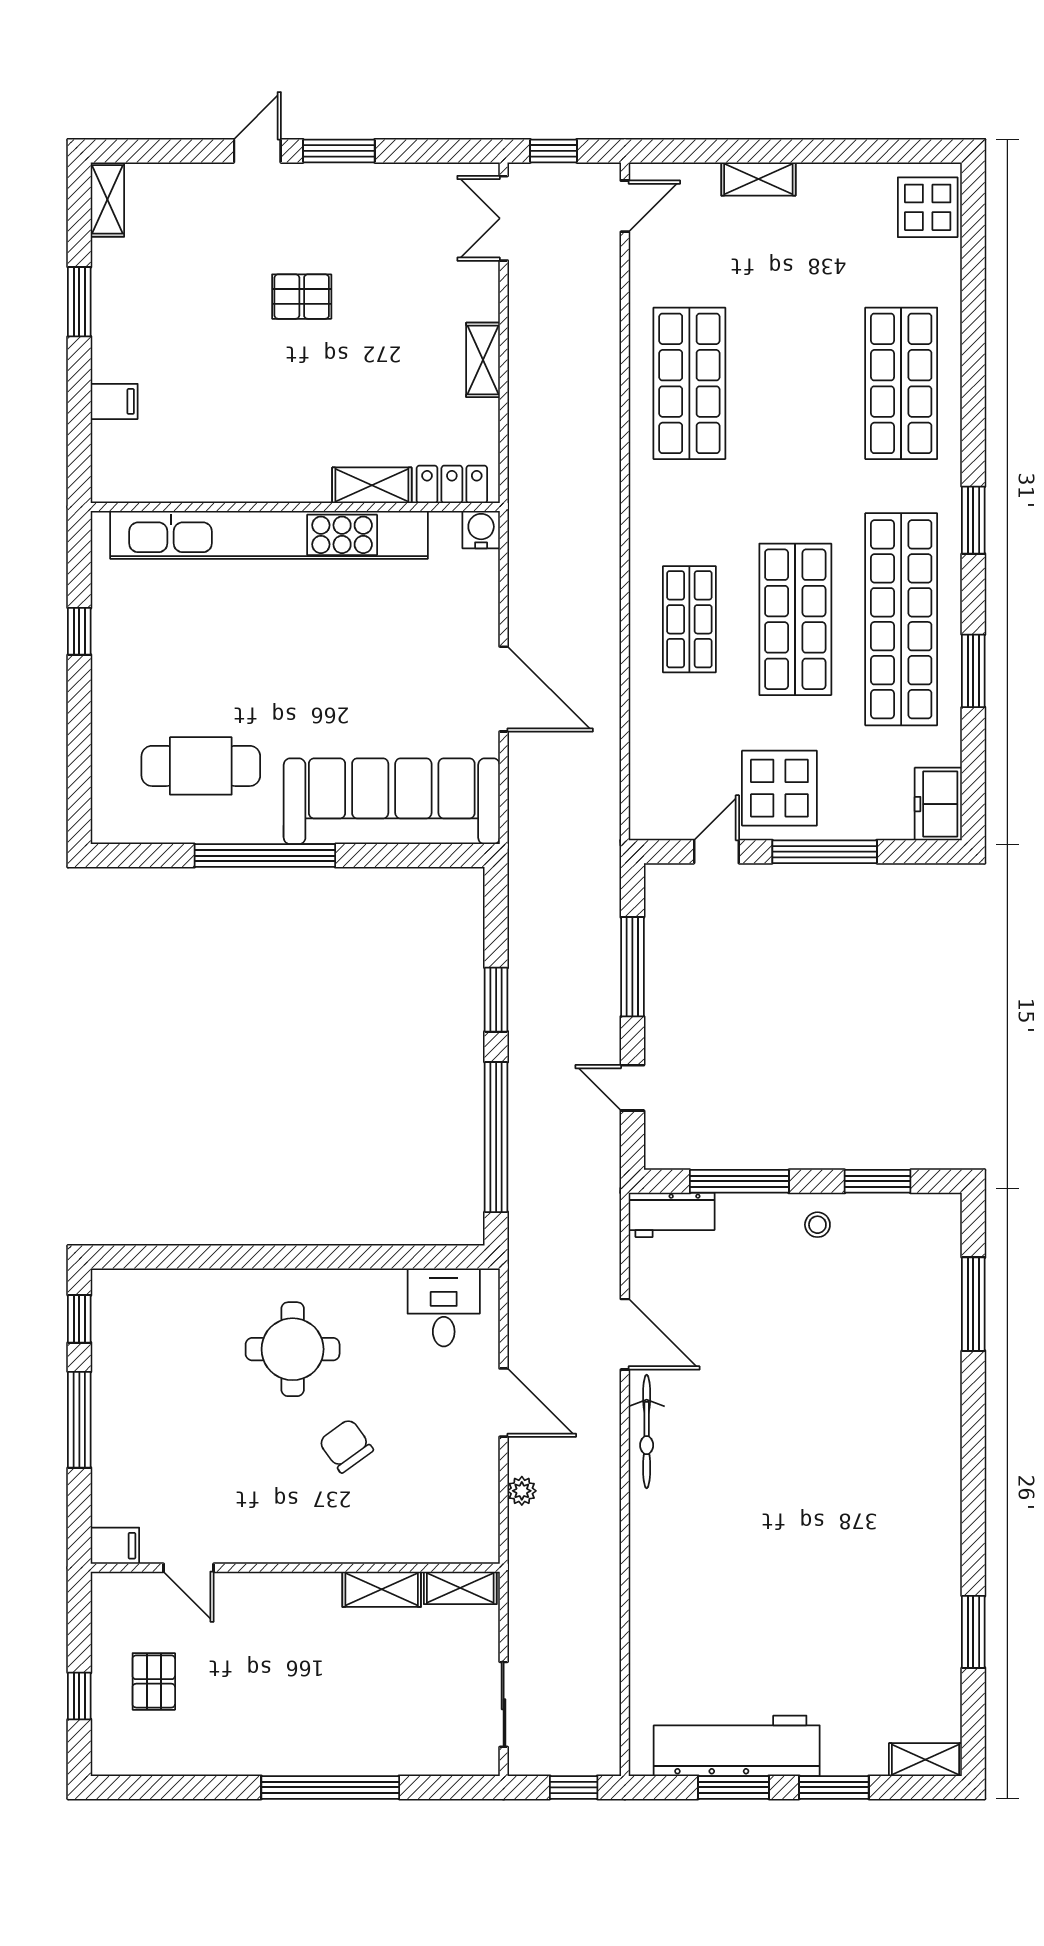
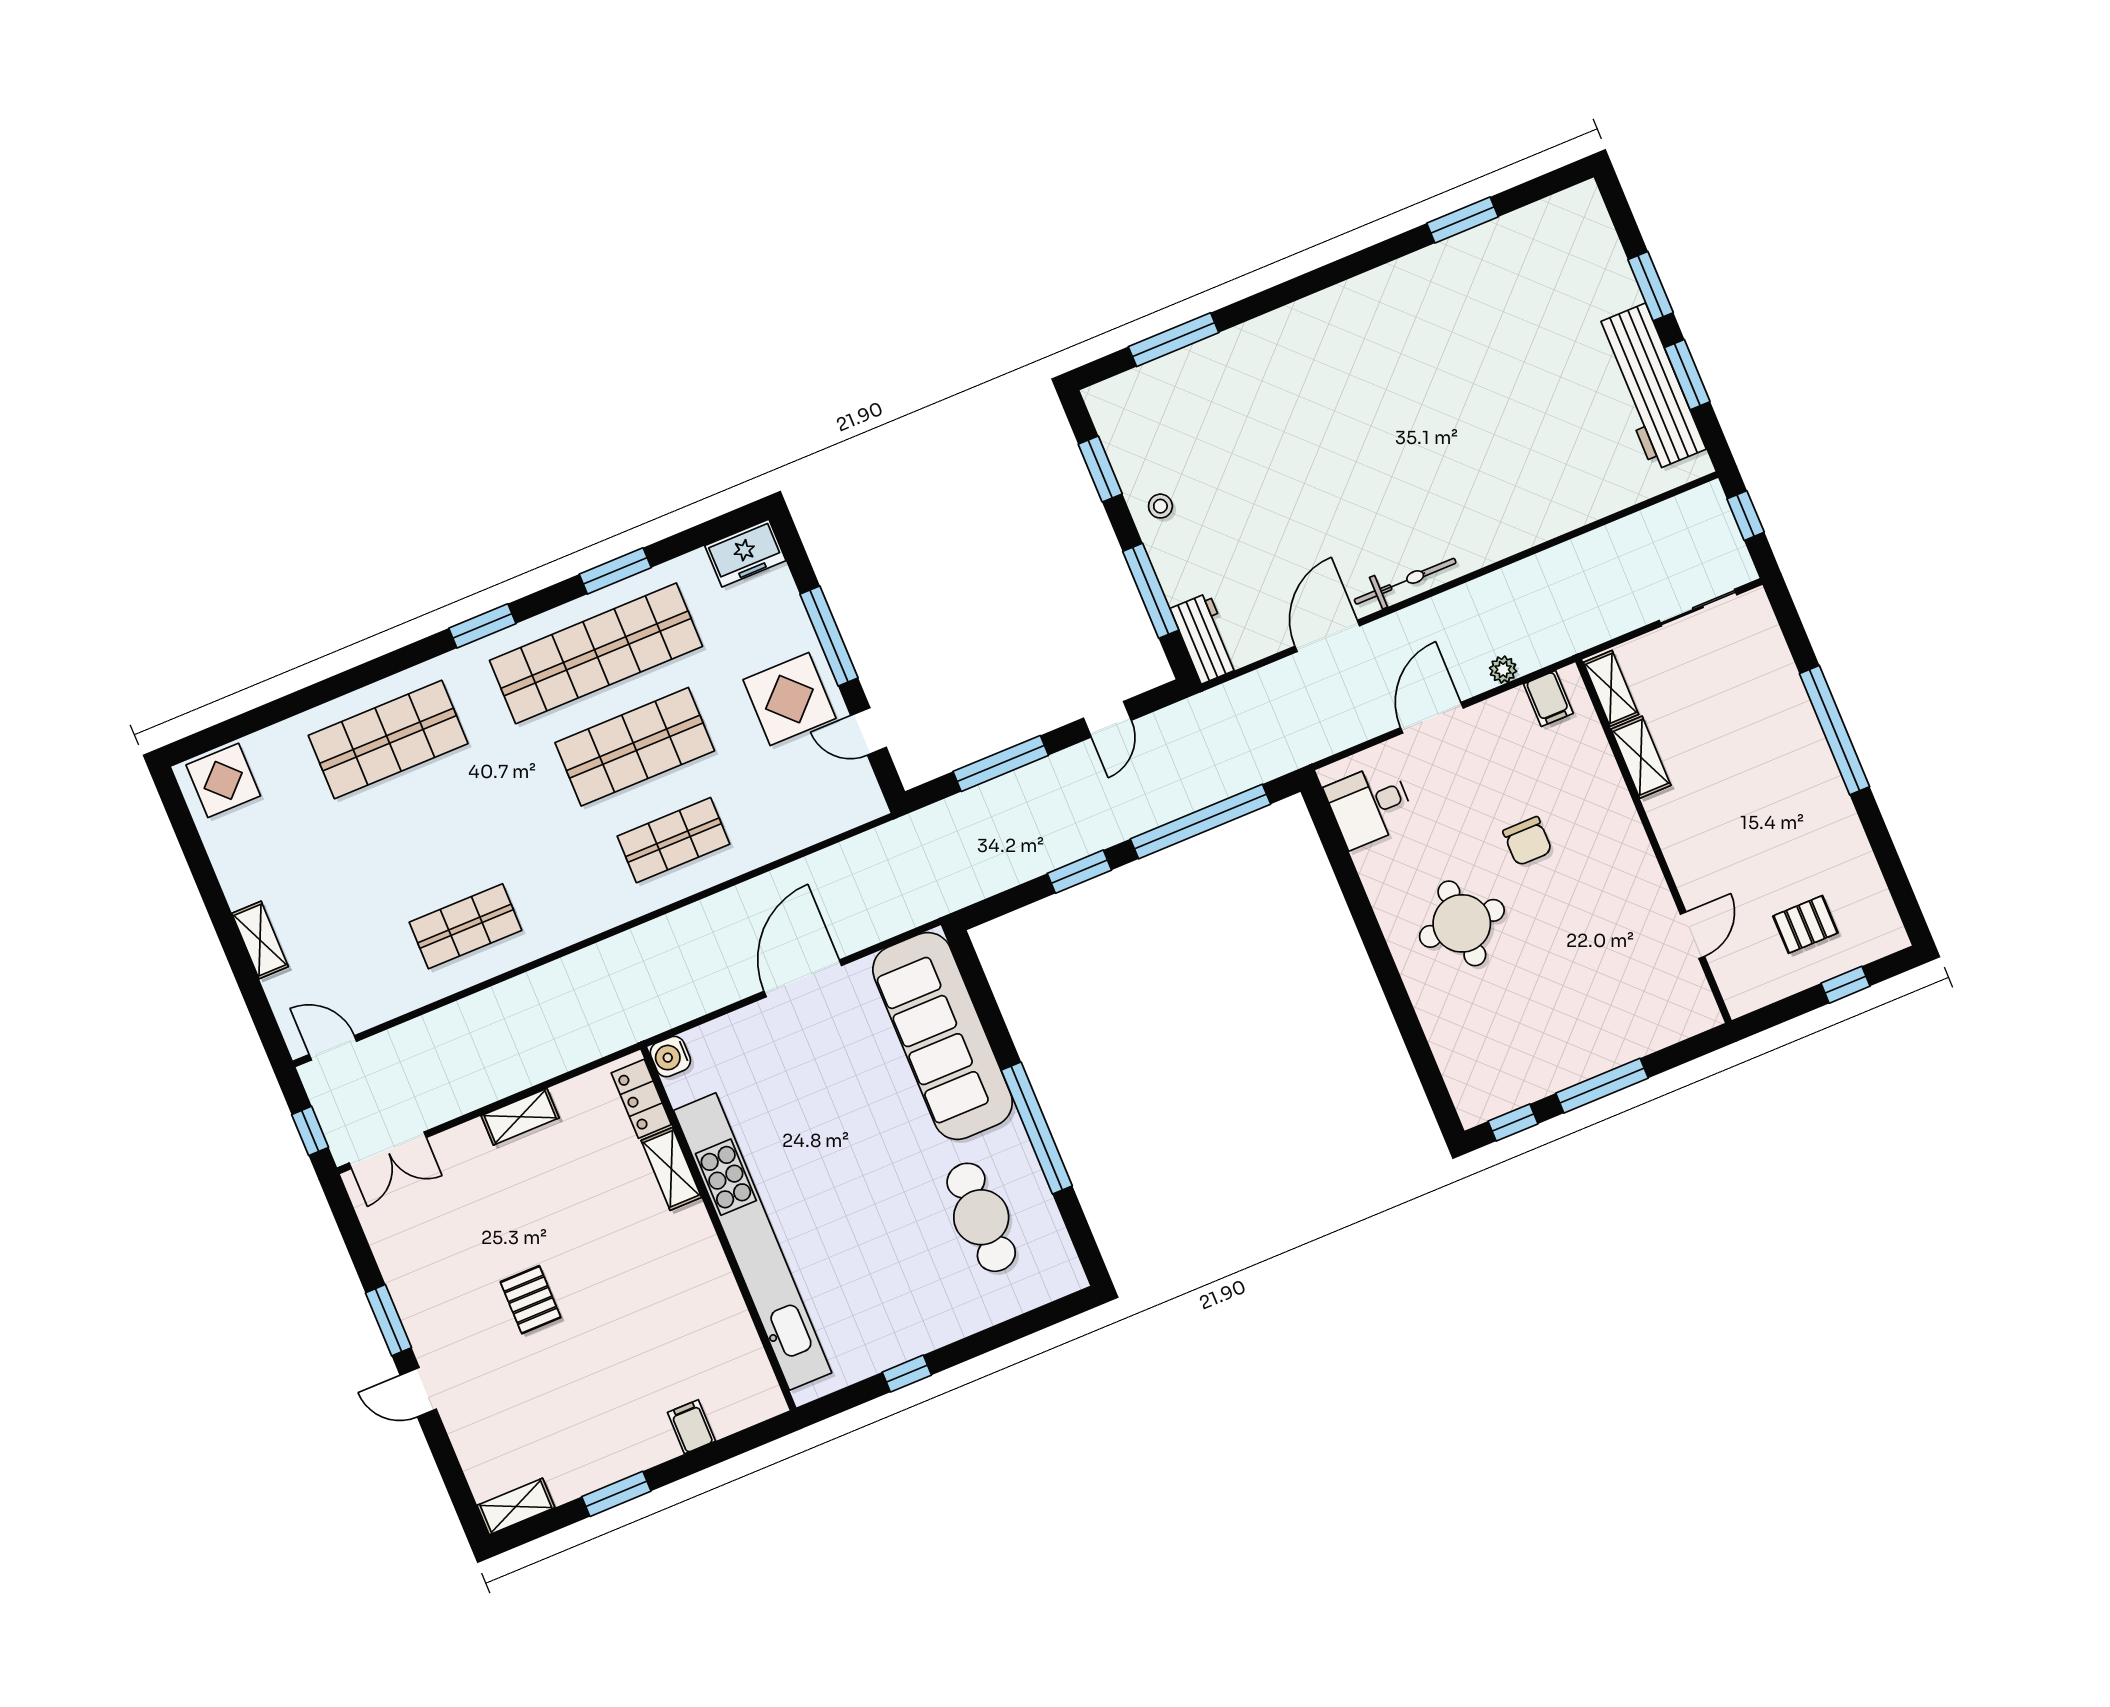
shop shelf: (689, 383) -> (465, 926), width x0.70, depth x0.74
chair: (346, 1446) -> (1527, 841), turned -54
filing cabinet: (115, 1546) -> (1548, 699), moved, turned 180
shelving: (925, 1760) -> (1593, 216), removed

